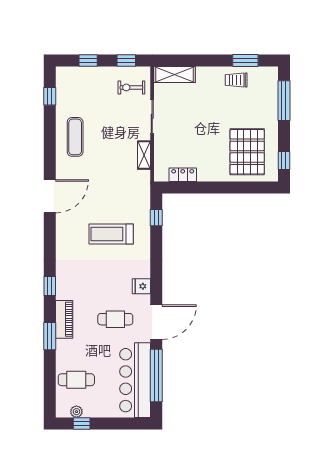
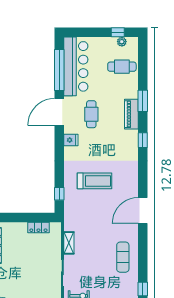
cafe table: (115, 319) -> (91, 114), turned 90

